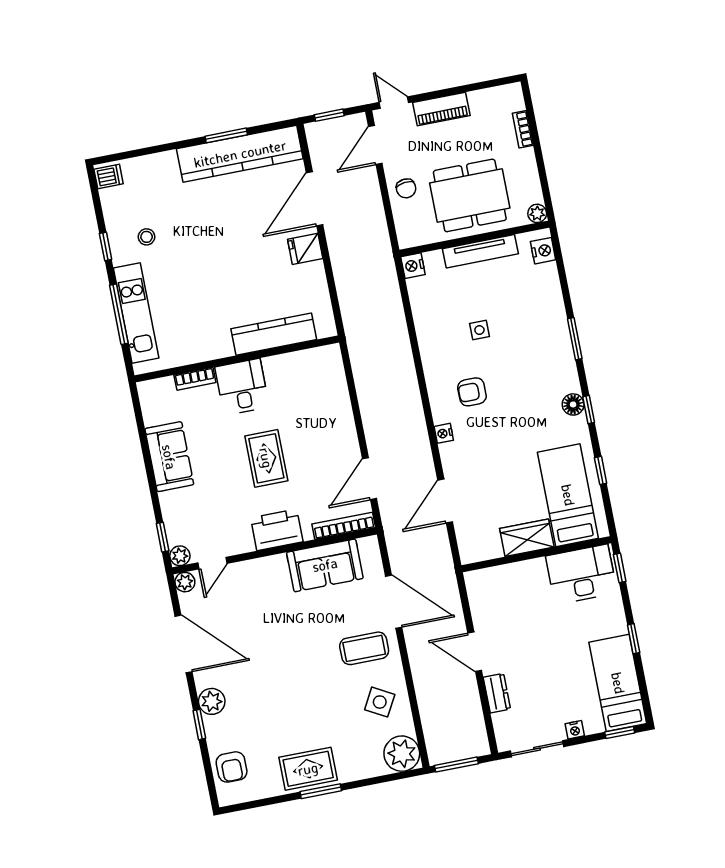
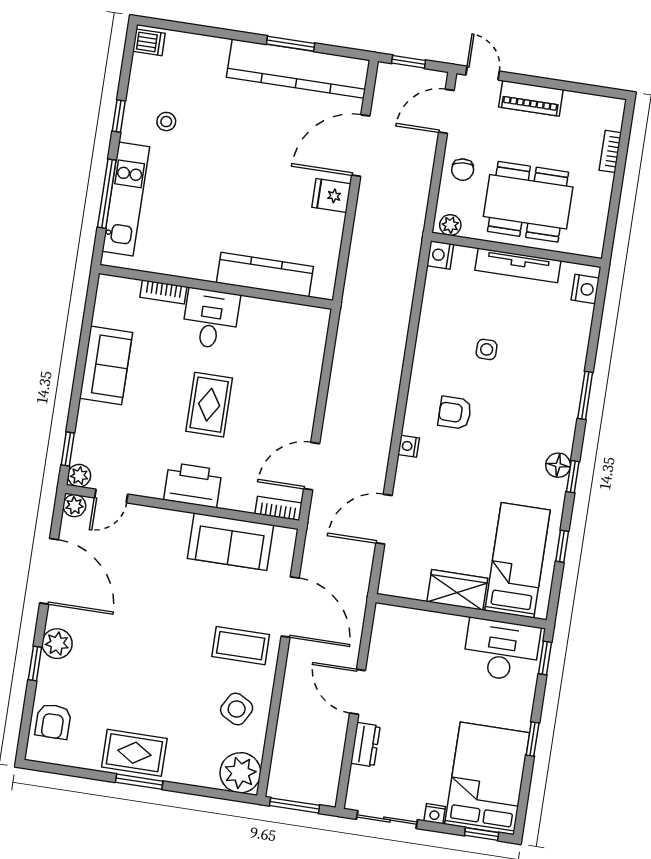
plant: (537, 213) -> (450, 225), moved
bookcase: (344, 526) -> (278, 508), width x0.64
bed: (618, 683) -> (487, 778), width x1.50

